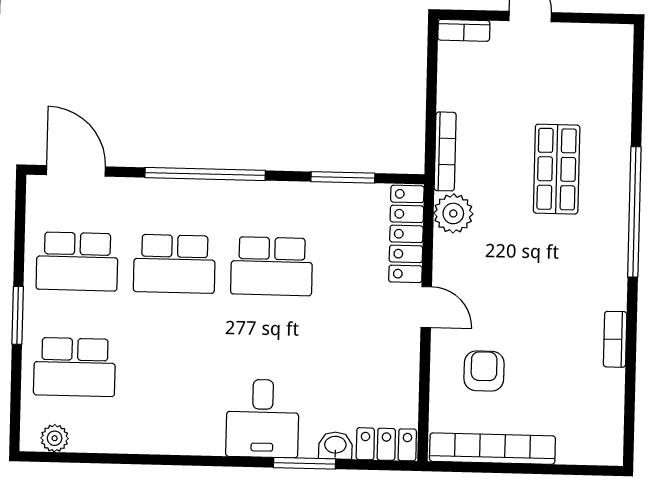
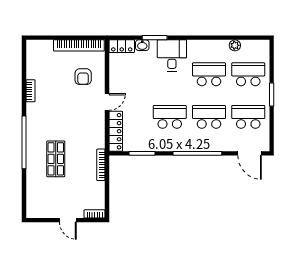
plant: (453, 213) -> (97, 140), removed
door: (426, 307) -> (107, 102), swing flipped
school desk: (172, 369) -> (209, 74), added
plant: (55, 438) -> (235, 45), moved

